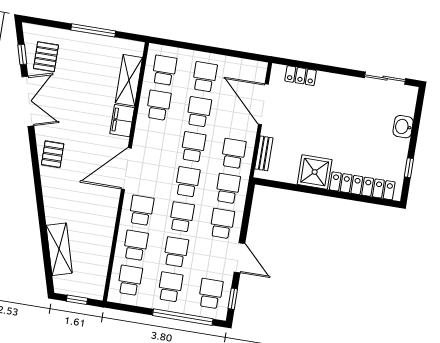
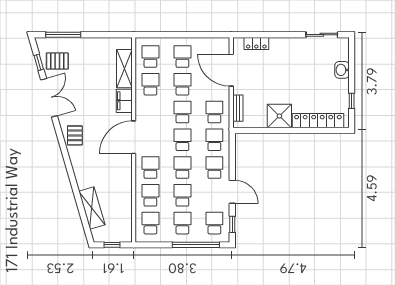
window: (93, 30) -> (63, 35), moved
pallet: (46, 57) -> (57, 61), turned 90

